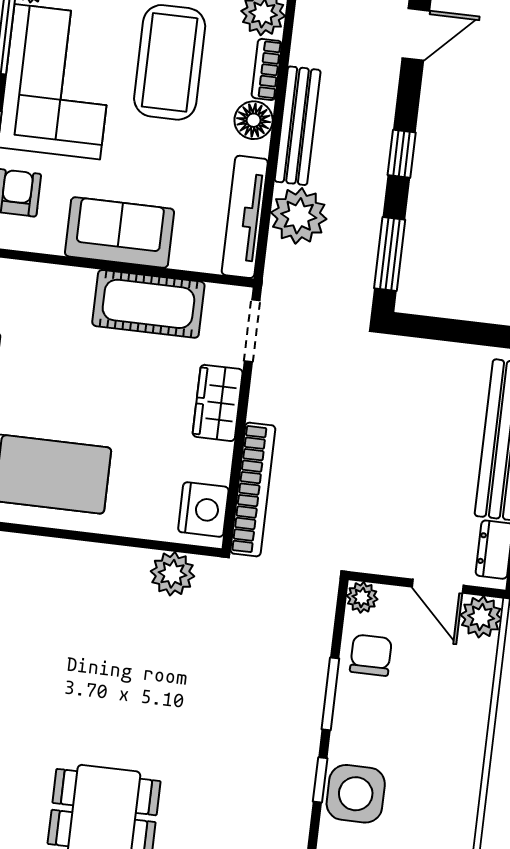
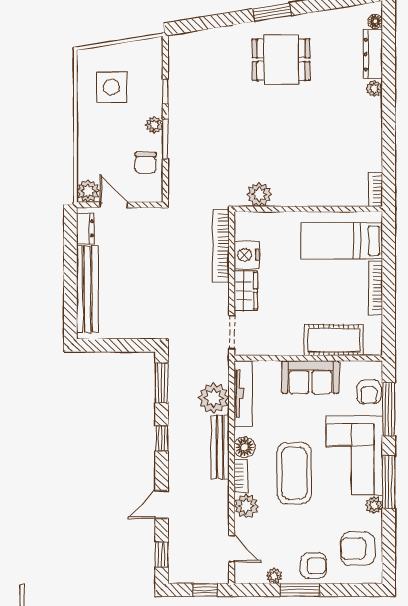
cot: (148, 304) -> (334, 340), moved
nightstand: (203, 509) -> (247, 255), moved
plant: (362, 597) -> (154, 125), moved
side table: (356, 794) -> (111, 87), moved

